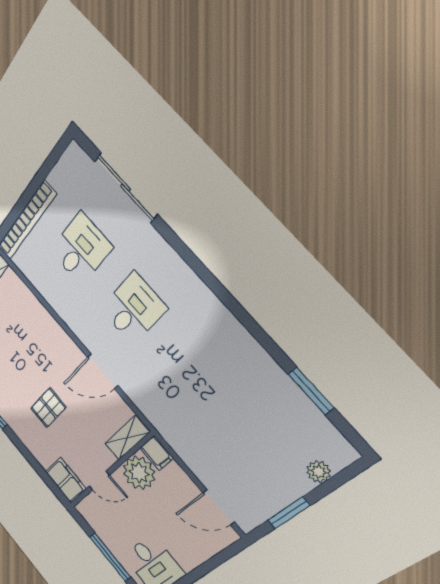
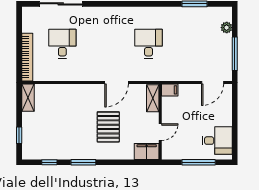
desk: (133, 309) -> (149, 44), moved
pallet: (48, 408) -> (108, 127), width x1.50, depth x1.42
plant: (139, 473) -> (172, 107), removed
window: (289, 513) -> (235, 54), width x1.44

